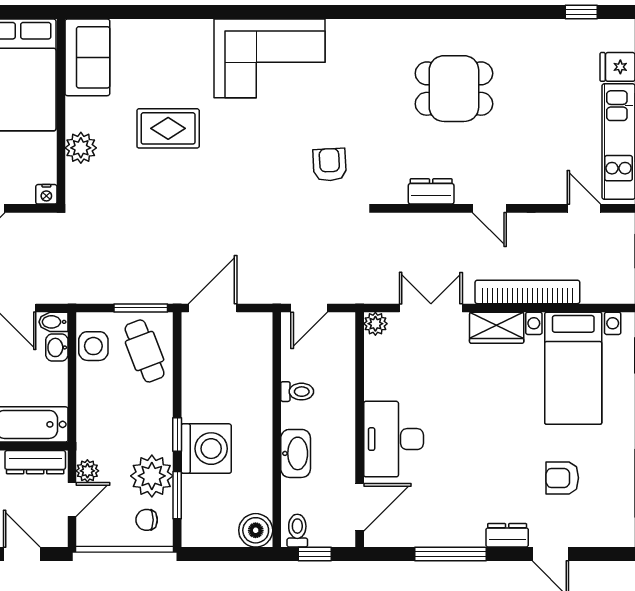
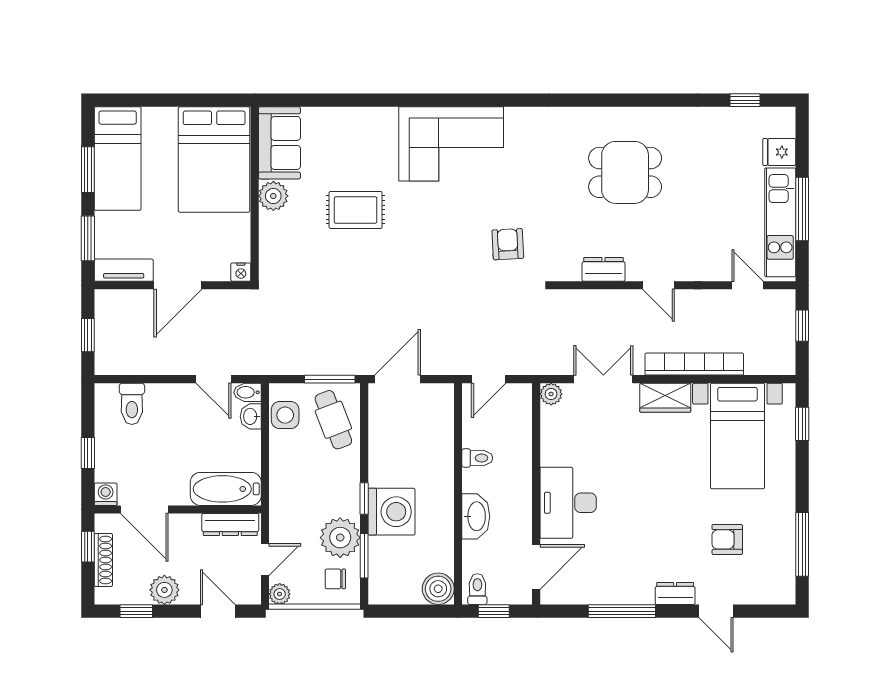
plant: (81, 148) -> (273, 196), moved
plant: (87, 471) -> (280, 594), moved

